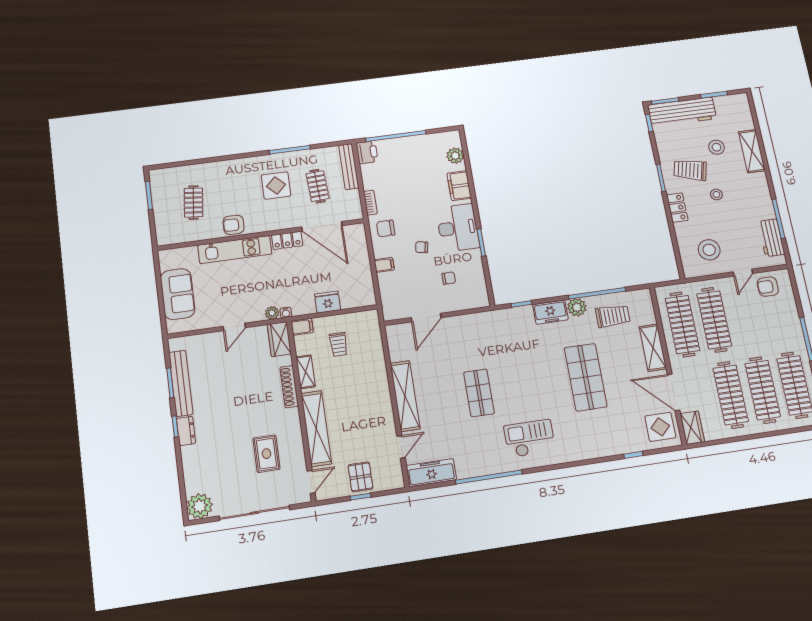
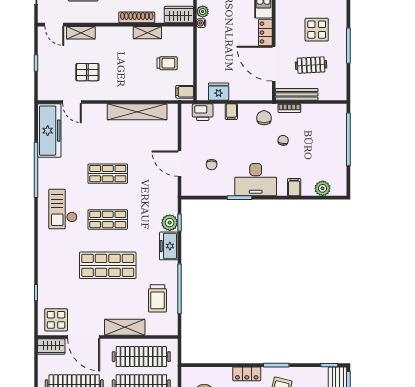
printer: (367, 152) -> (203, 112), moved
bench: (349, 167) -> (297, 94), moved
filing cabinet: (459, 186) -> (294, 187), width x0.50
door: (322, 226) -> (274, 64), hinge flipped
chair: (422, 247) -> (283, 140), moved
fridge: (328, 302) -> (219, 92), moved, turned -90
plant: (577, 307) -> (170, 223), moved
door: (426, 318) -> (179, 164), moved
filing cabinet: (302, 327) -> (185, 92), moved, turned 90
trolley: (339, 344) -> (167, 63), turned 180
shop shelf: (533, 385) -> (108, 219), added
door: (674, 392) -> (84, 337), swing flipped
shelving: (405, 396) -> (137, 112), moved
shelving: (316, 429) -> (81, 33), width x0.45, depth x0.75
checkout: (530, 438) -> (63, 209), turned 180
freezer: (431, 473) -> (49, 131), width x1.36, depth x1.26
pallet: (361, 477) -> (87, 72), moved

